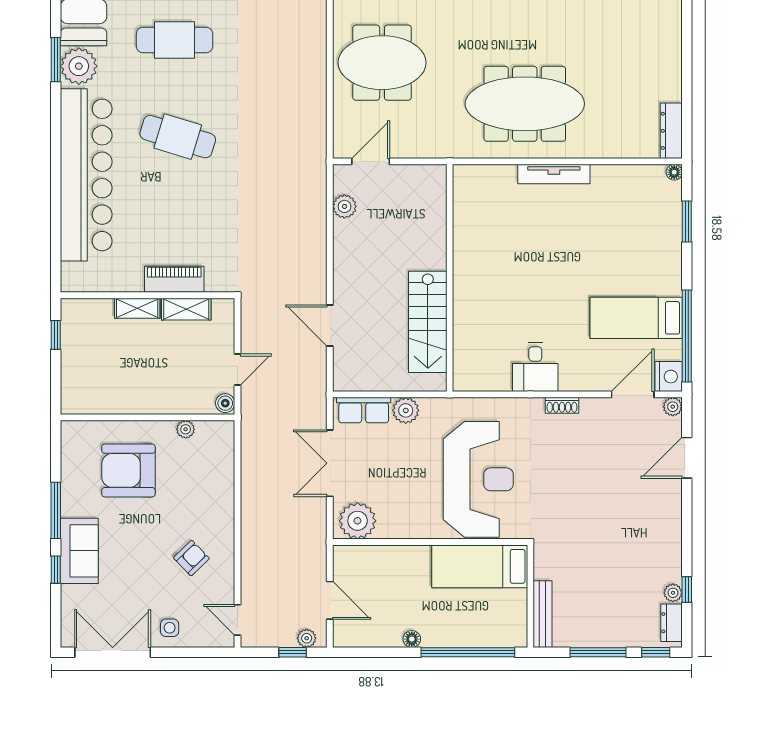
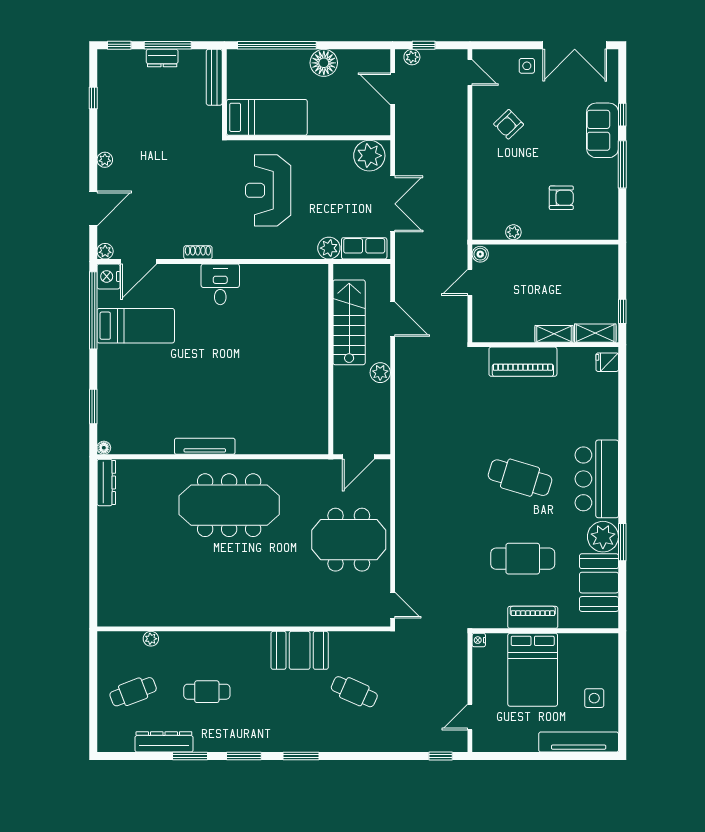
bar counter: (86, 175) -> (597, 479), width x0.54
plant: (344, 206) -> (380, 373), moved
fridge: (74, 274) -> (607, 362), added
wall: (450, 278) -> (331, 359), moved
piano: (174, 279) -> (523, 362), width x1.37, depth x1.33
shelving: (186, 309) -> (595, 333), moved
stairs: (428, 322) -> (349, 322), moved
armchair: (128, 470) -> (561, 198), width x0.53, depth x0.53
reception desk: (478, 479) -> (268, 190), width x0.74, depth x0.77
plant: (673, 593) -> (105, 160), moved
dresser: (672, 623) -> (162, 58), moved, turned 90
floor lamp: (412, 639) -> (324, 63), width x1.89, depth x1.89

